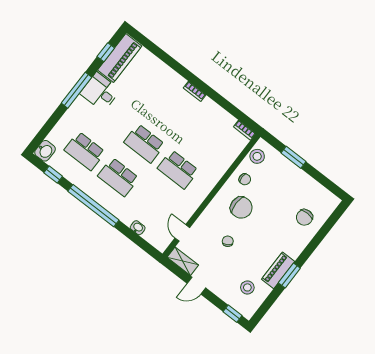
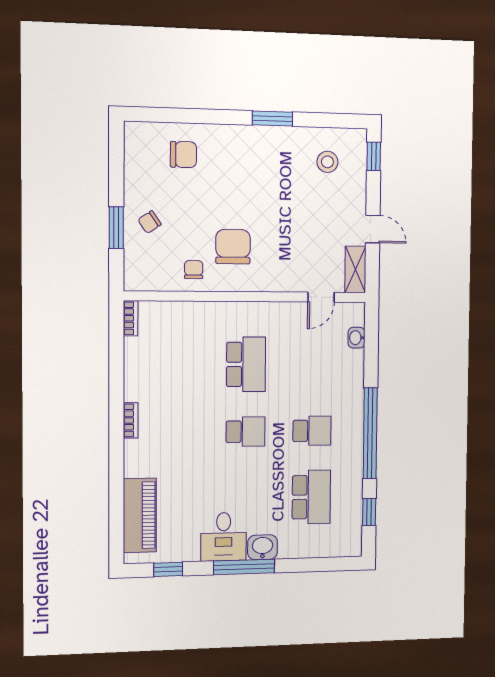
piano: (120, 58) -> (140, 515), moved, turned 90
school desk: (144, 143) -> (246, 432), width x0.54
washbasin: (45, 151) -> (262, 547), moved
stool: (257, 156) -> (152, 276), removed
school desk: (118, 177) -> (312, 431), width x0.54
washbasin: (138, 228) -> (356, 338), moved
chair: (228, 241) -> (150, 222), moved
piano: (278, 270) -> (277, 138), removed

